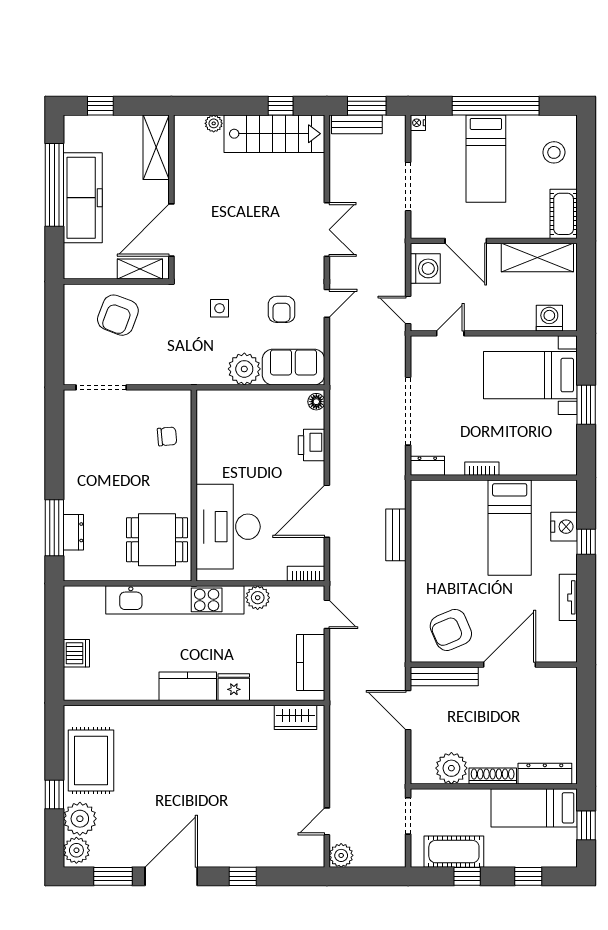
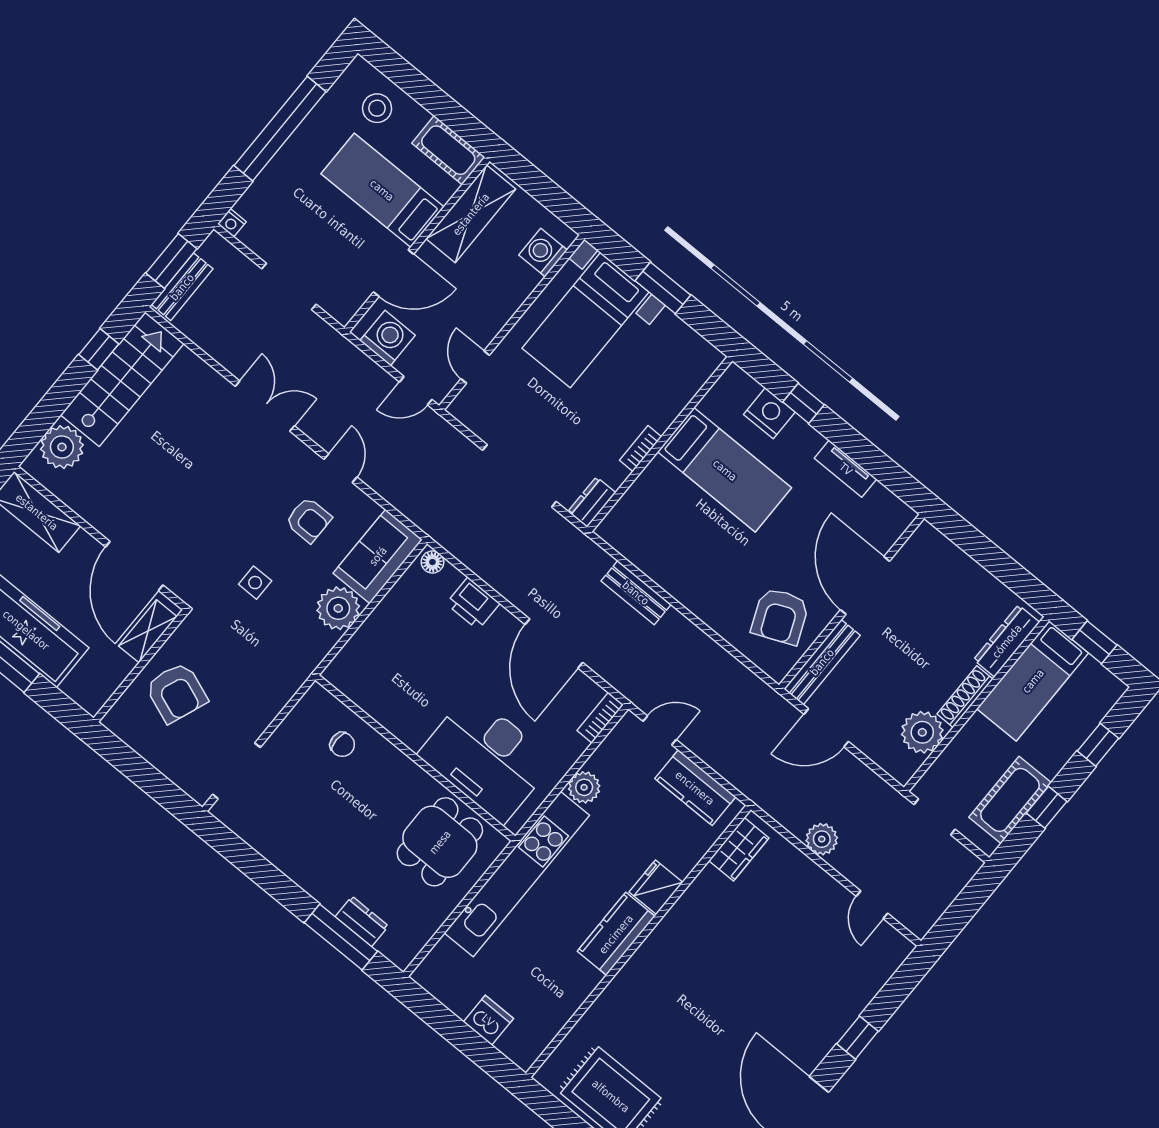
plant: (214, 123) -> (62, 447), width x1.87, depth x1.87
bed: (486, 159) -> (382, 190), moved, turned 180
chair: (167, 436) -> (342, 744), turned 95
plant: (341, 855) -> (822, 839), moved

